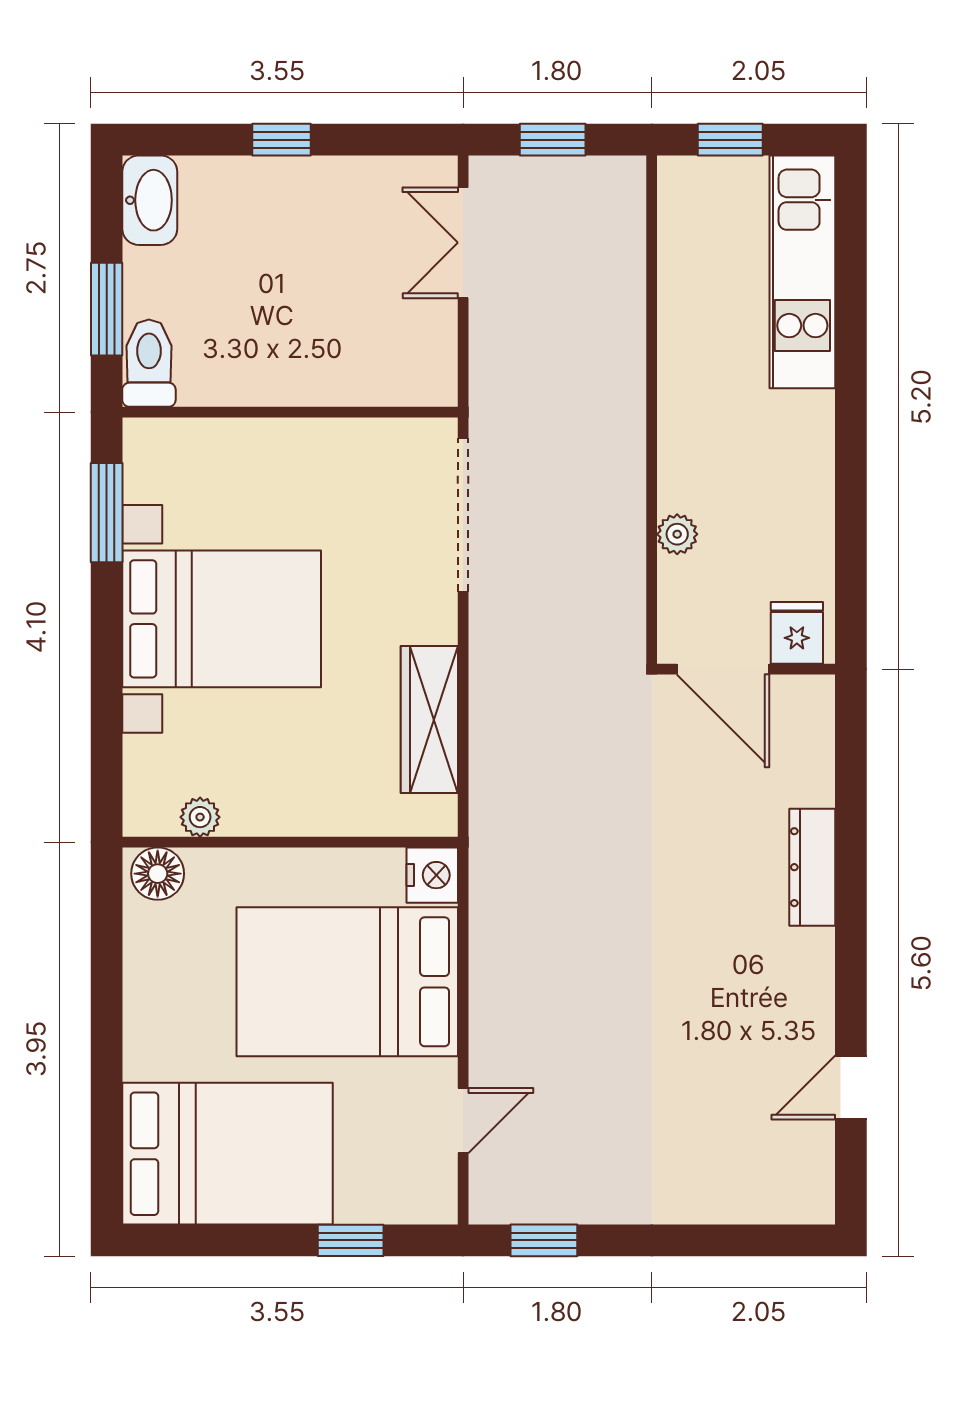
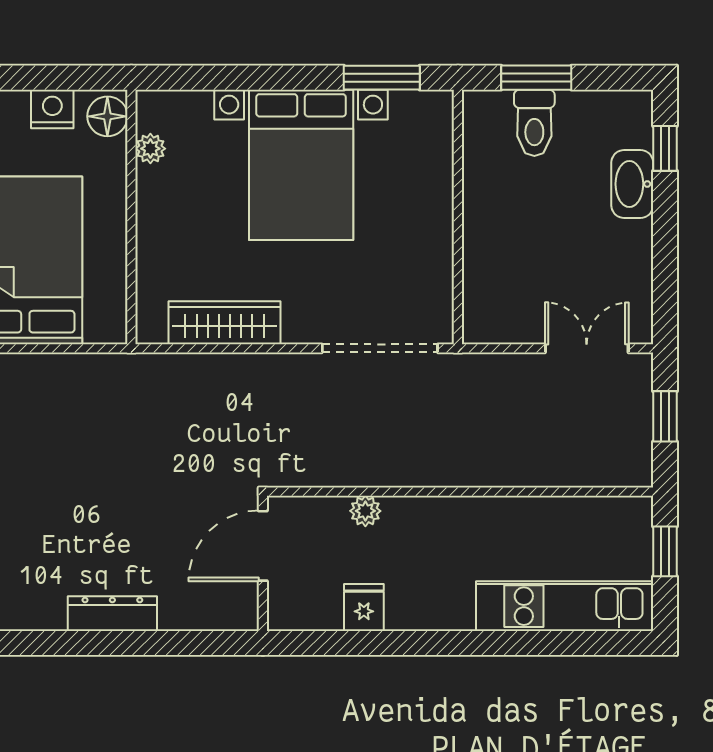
window: (282, 140) -> (665, 148), moved
washbasin: (150, 200) -> (632, 184), moved, turned 90
toilet: (149, 363) -> (534, 123), moved, turned 90
fridge: (797, 633) -> (364, 608), moved, turned -90
nightstand: (432, 875) -> (52, 109), moved, turned 180

